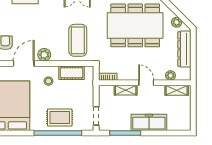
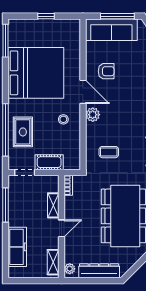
plant: (177, 22) -> (129, 262), removed
coffee table: (78, 40) -> (109, 152), width x0.54, depth x0.58
cot: (71, 73) -> (49, 162), moved, turned 90
plant: (170, 75) -> (70, 269), moved
freezer: (149, 122) -> (17, 247), moved

